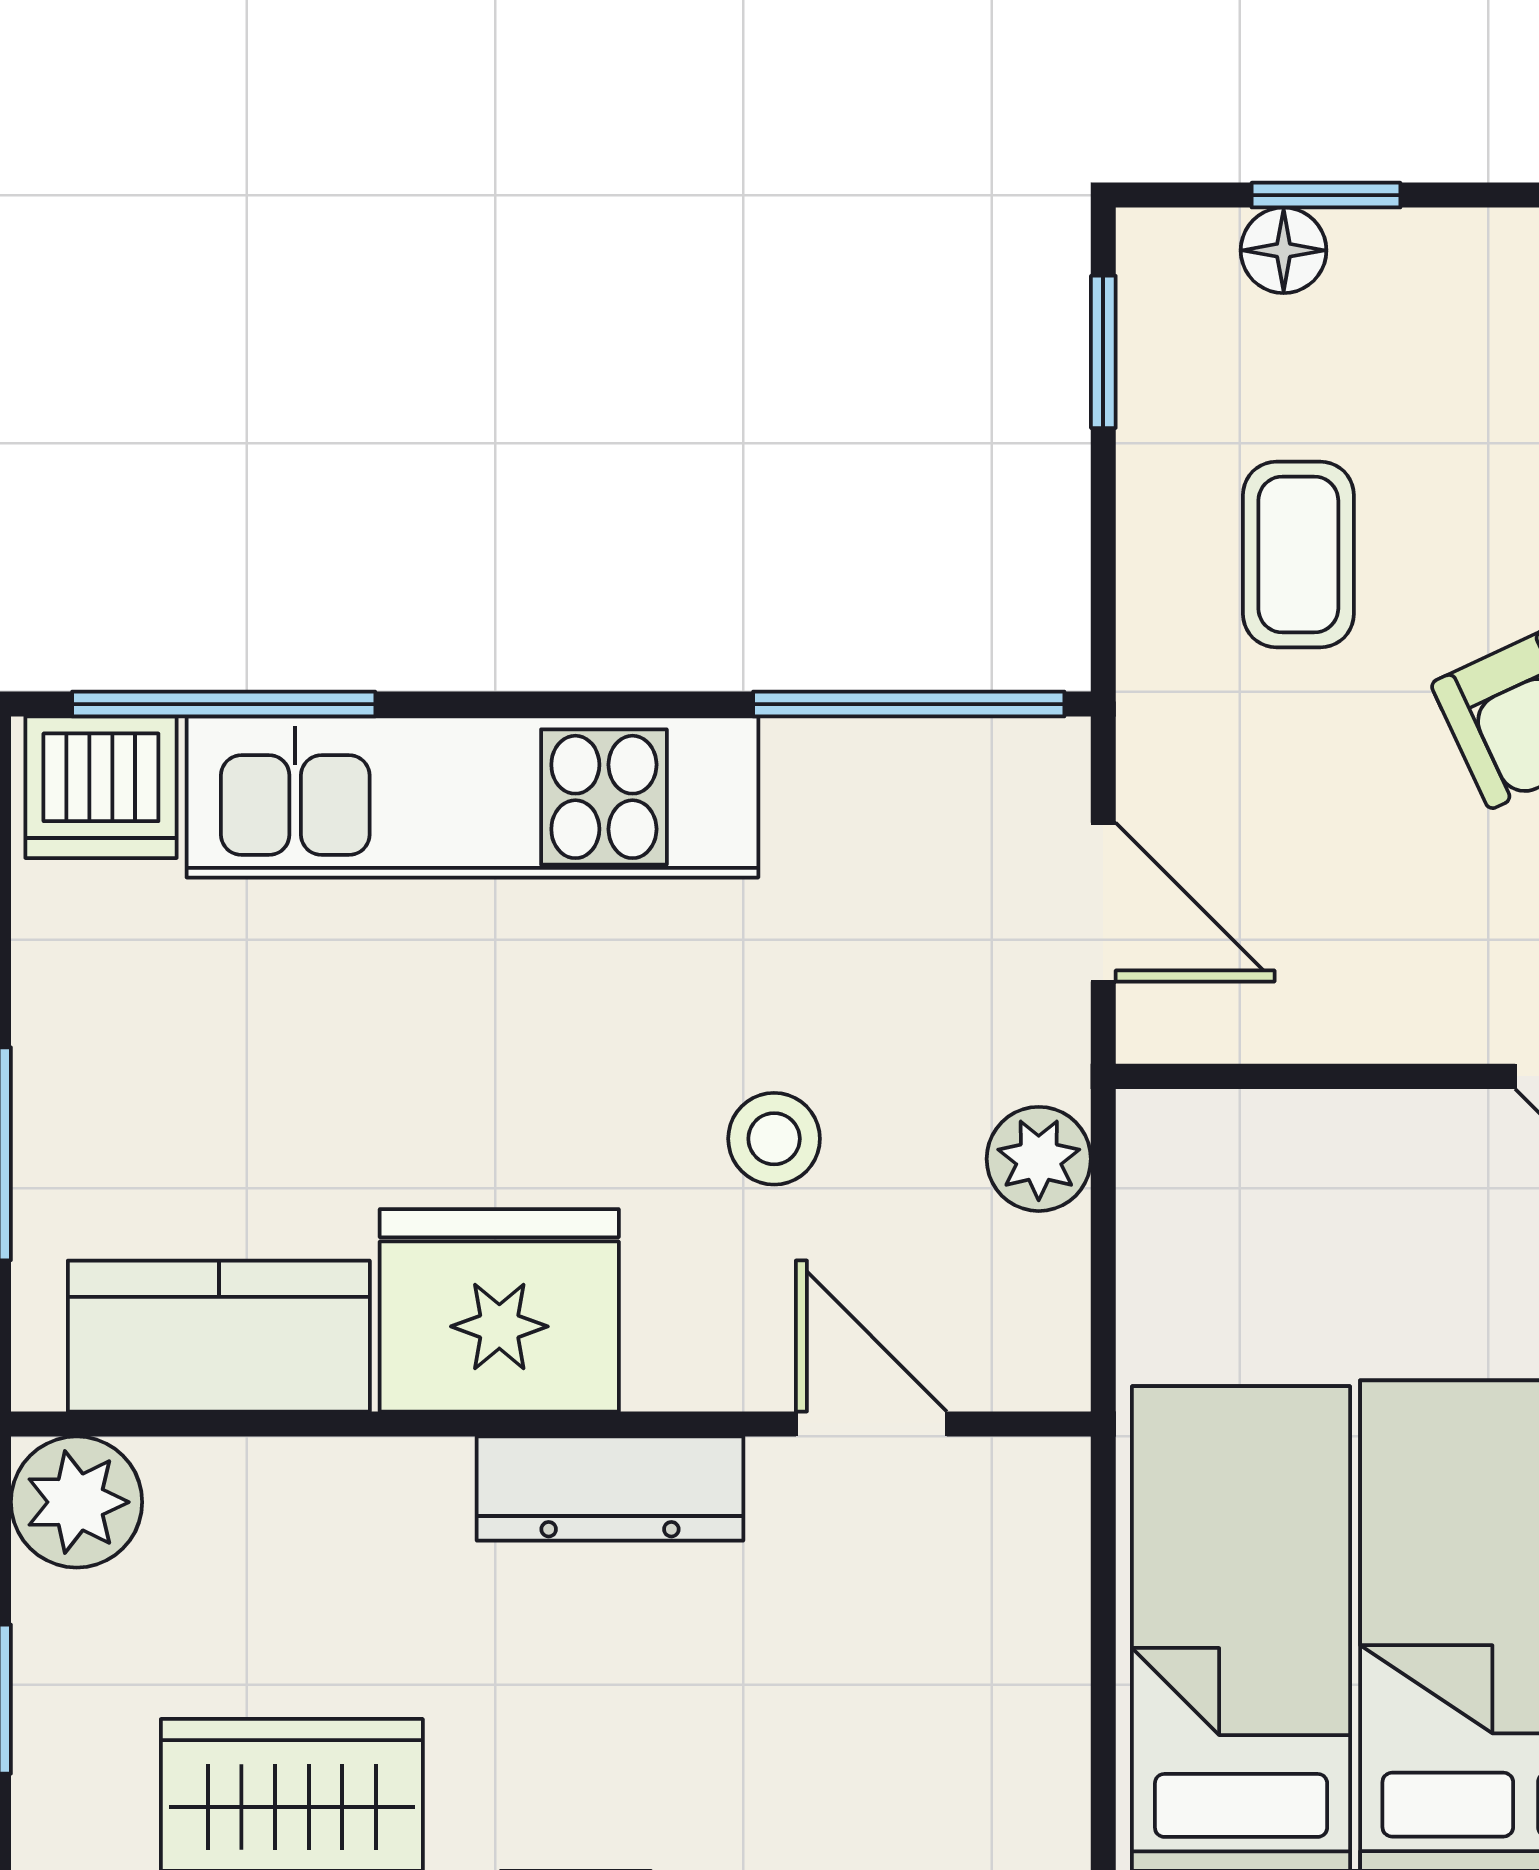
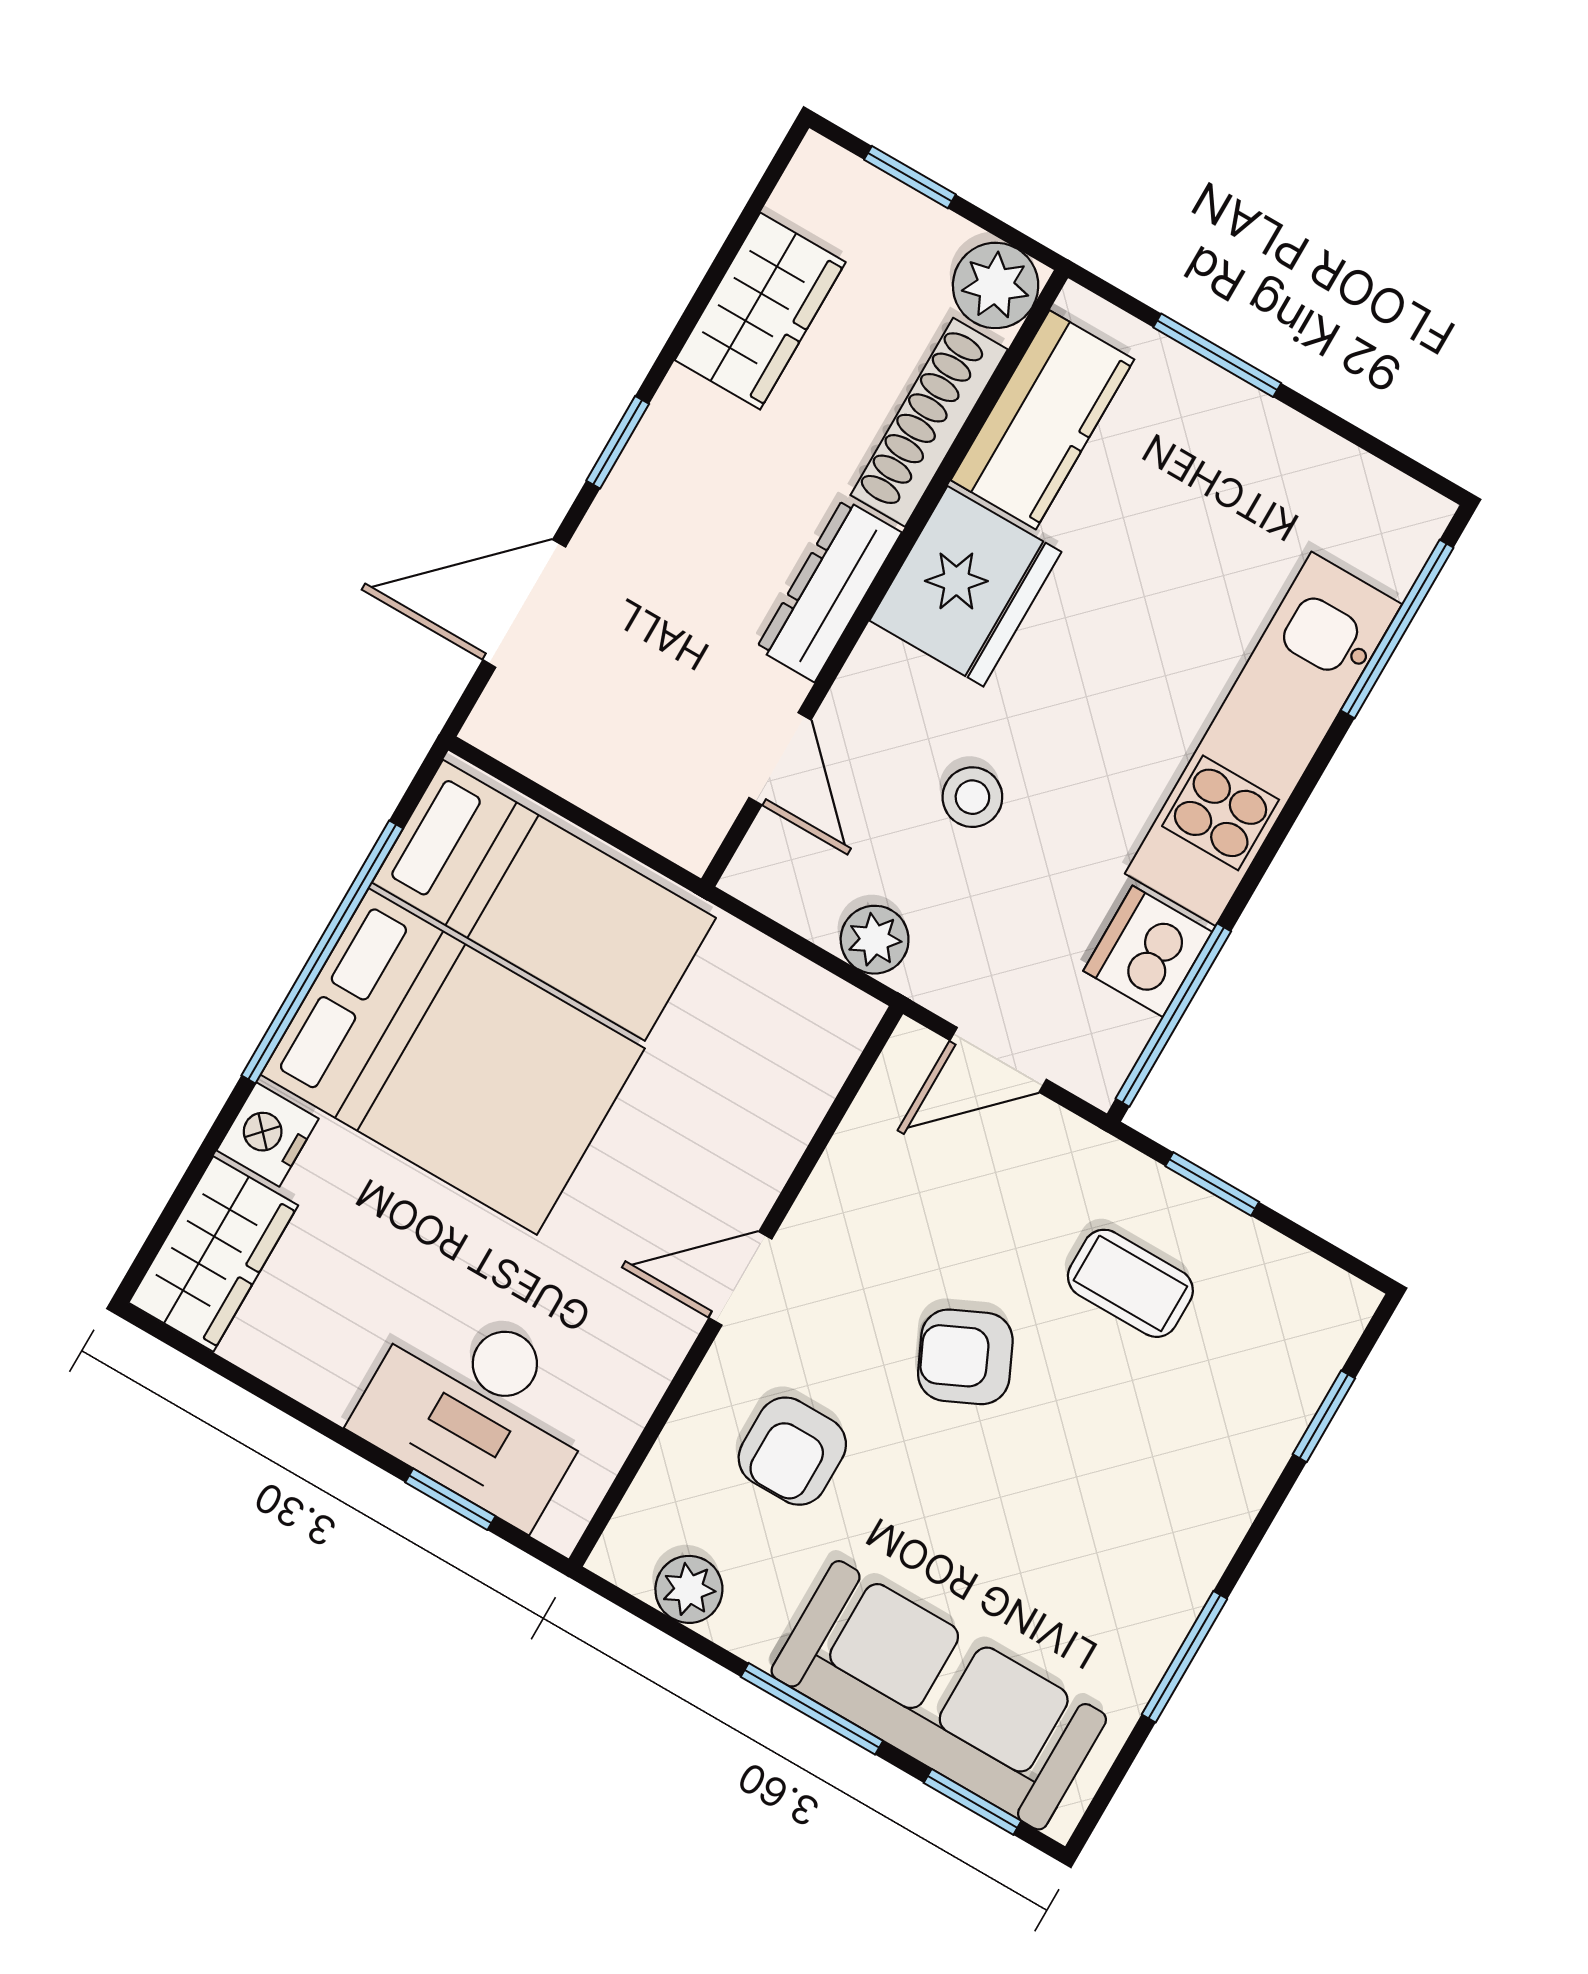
floor lamp: (1284, 250) -> (1307, 1374), removed
window: (1103, 352) -> (1212, 1184), moved
dishwasher: (101, 787) -> (1148, 951), moved
door: (871, 1424) -> (780, 759), hinge flipped
shoe rack: (309, 1485) -> (929, 422), added

